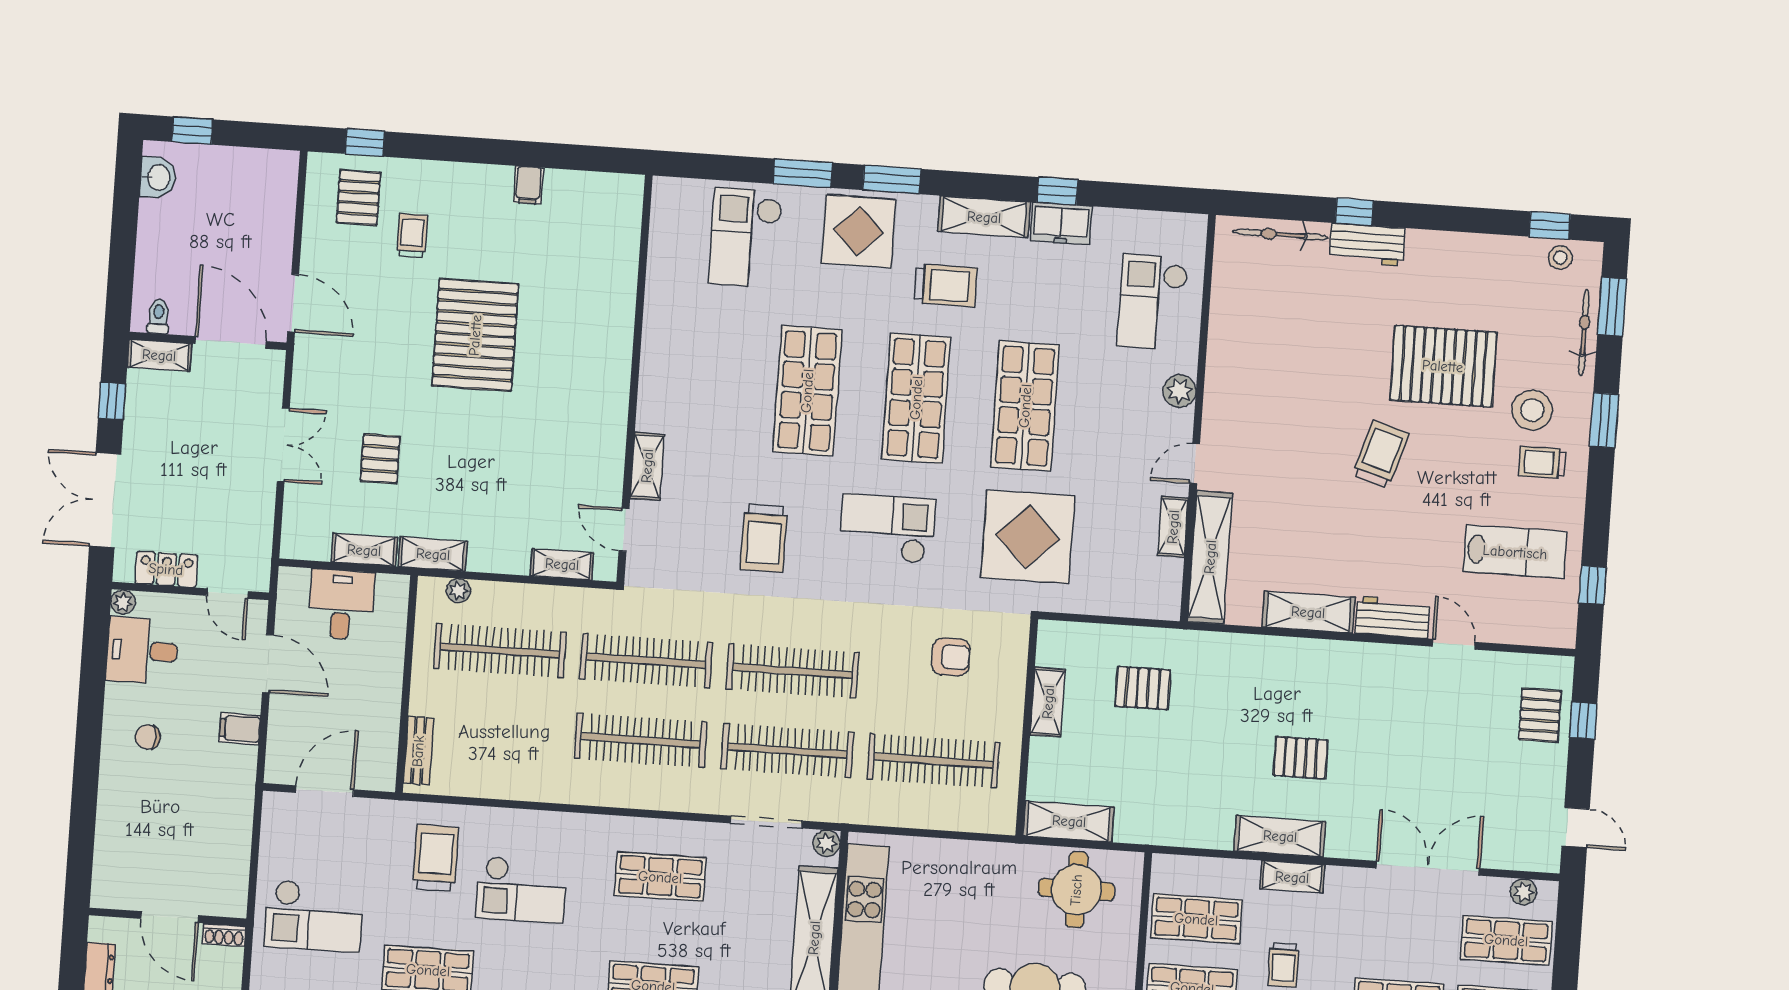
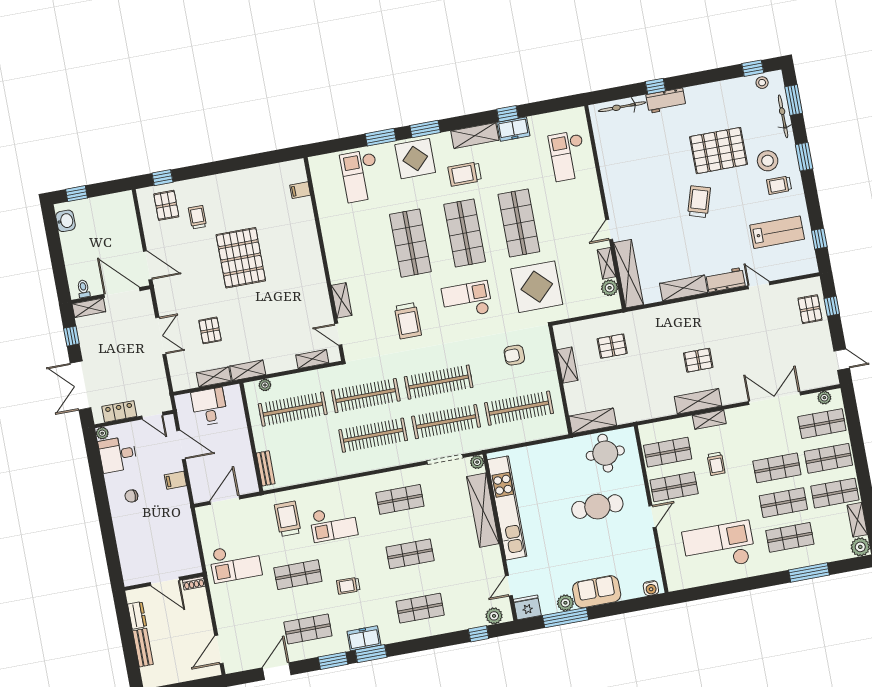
filing cabinet: (528, 185) -> (300, 190), moved, turned 90
trolley: (945, 285) -> (465, 174), turned 180
plant: (1180, 391) -> (610, 288), moved
armchair: (951, 657) -> (514, 355), turned 180

